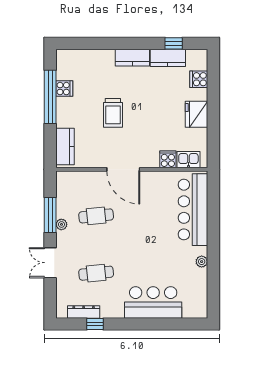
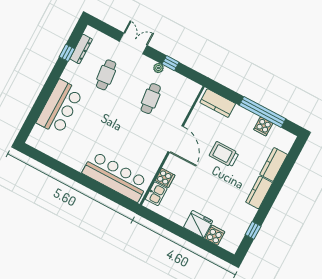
kitchen counter: (168, 58) -> (274, 164), moved
fridge: (197, 114) -> (198, 224), moved
door: (123, 169) -> (176, 139), swing flipped
window: (50, 215) -> (171, 63), width x0.46
plant: (202, 262) -> (71, 162), removed

